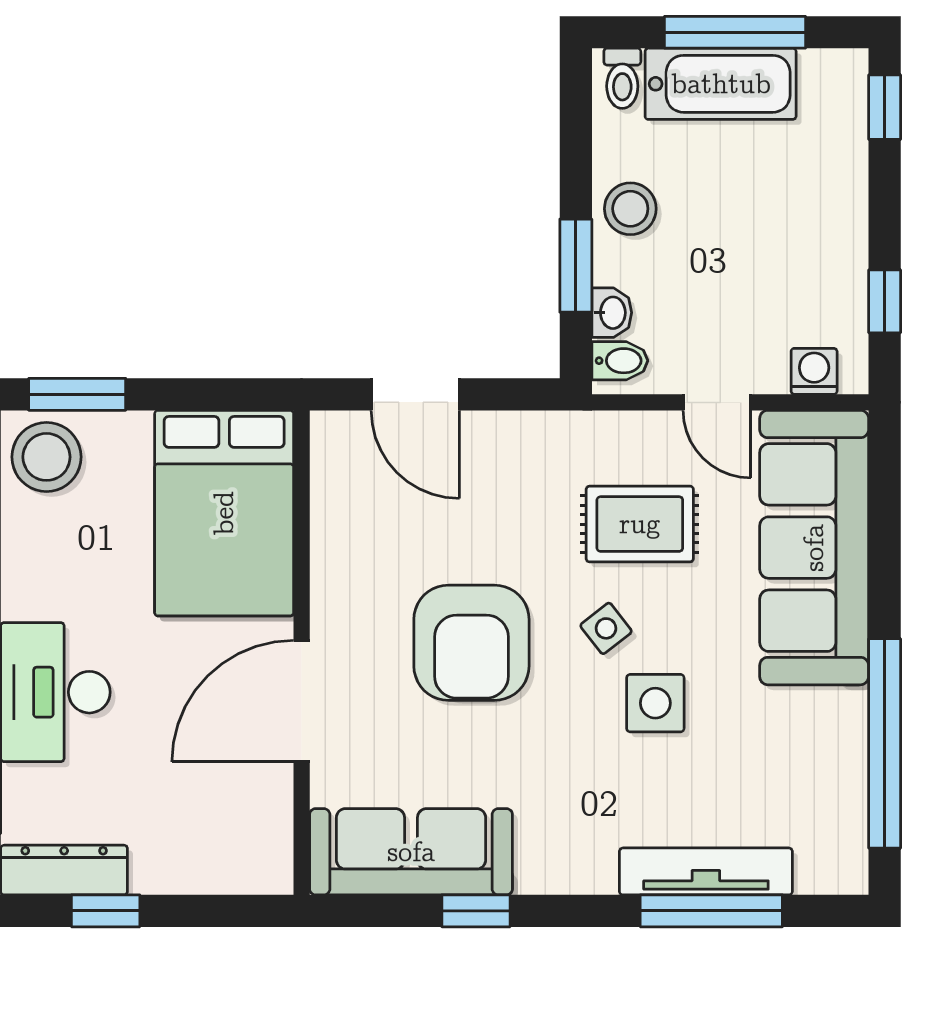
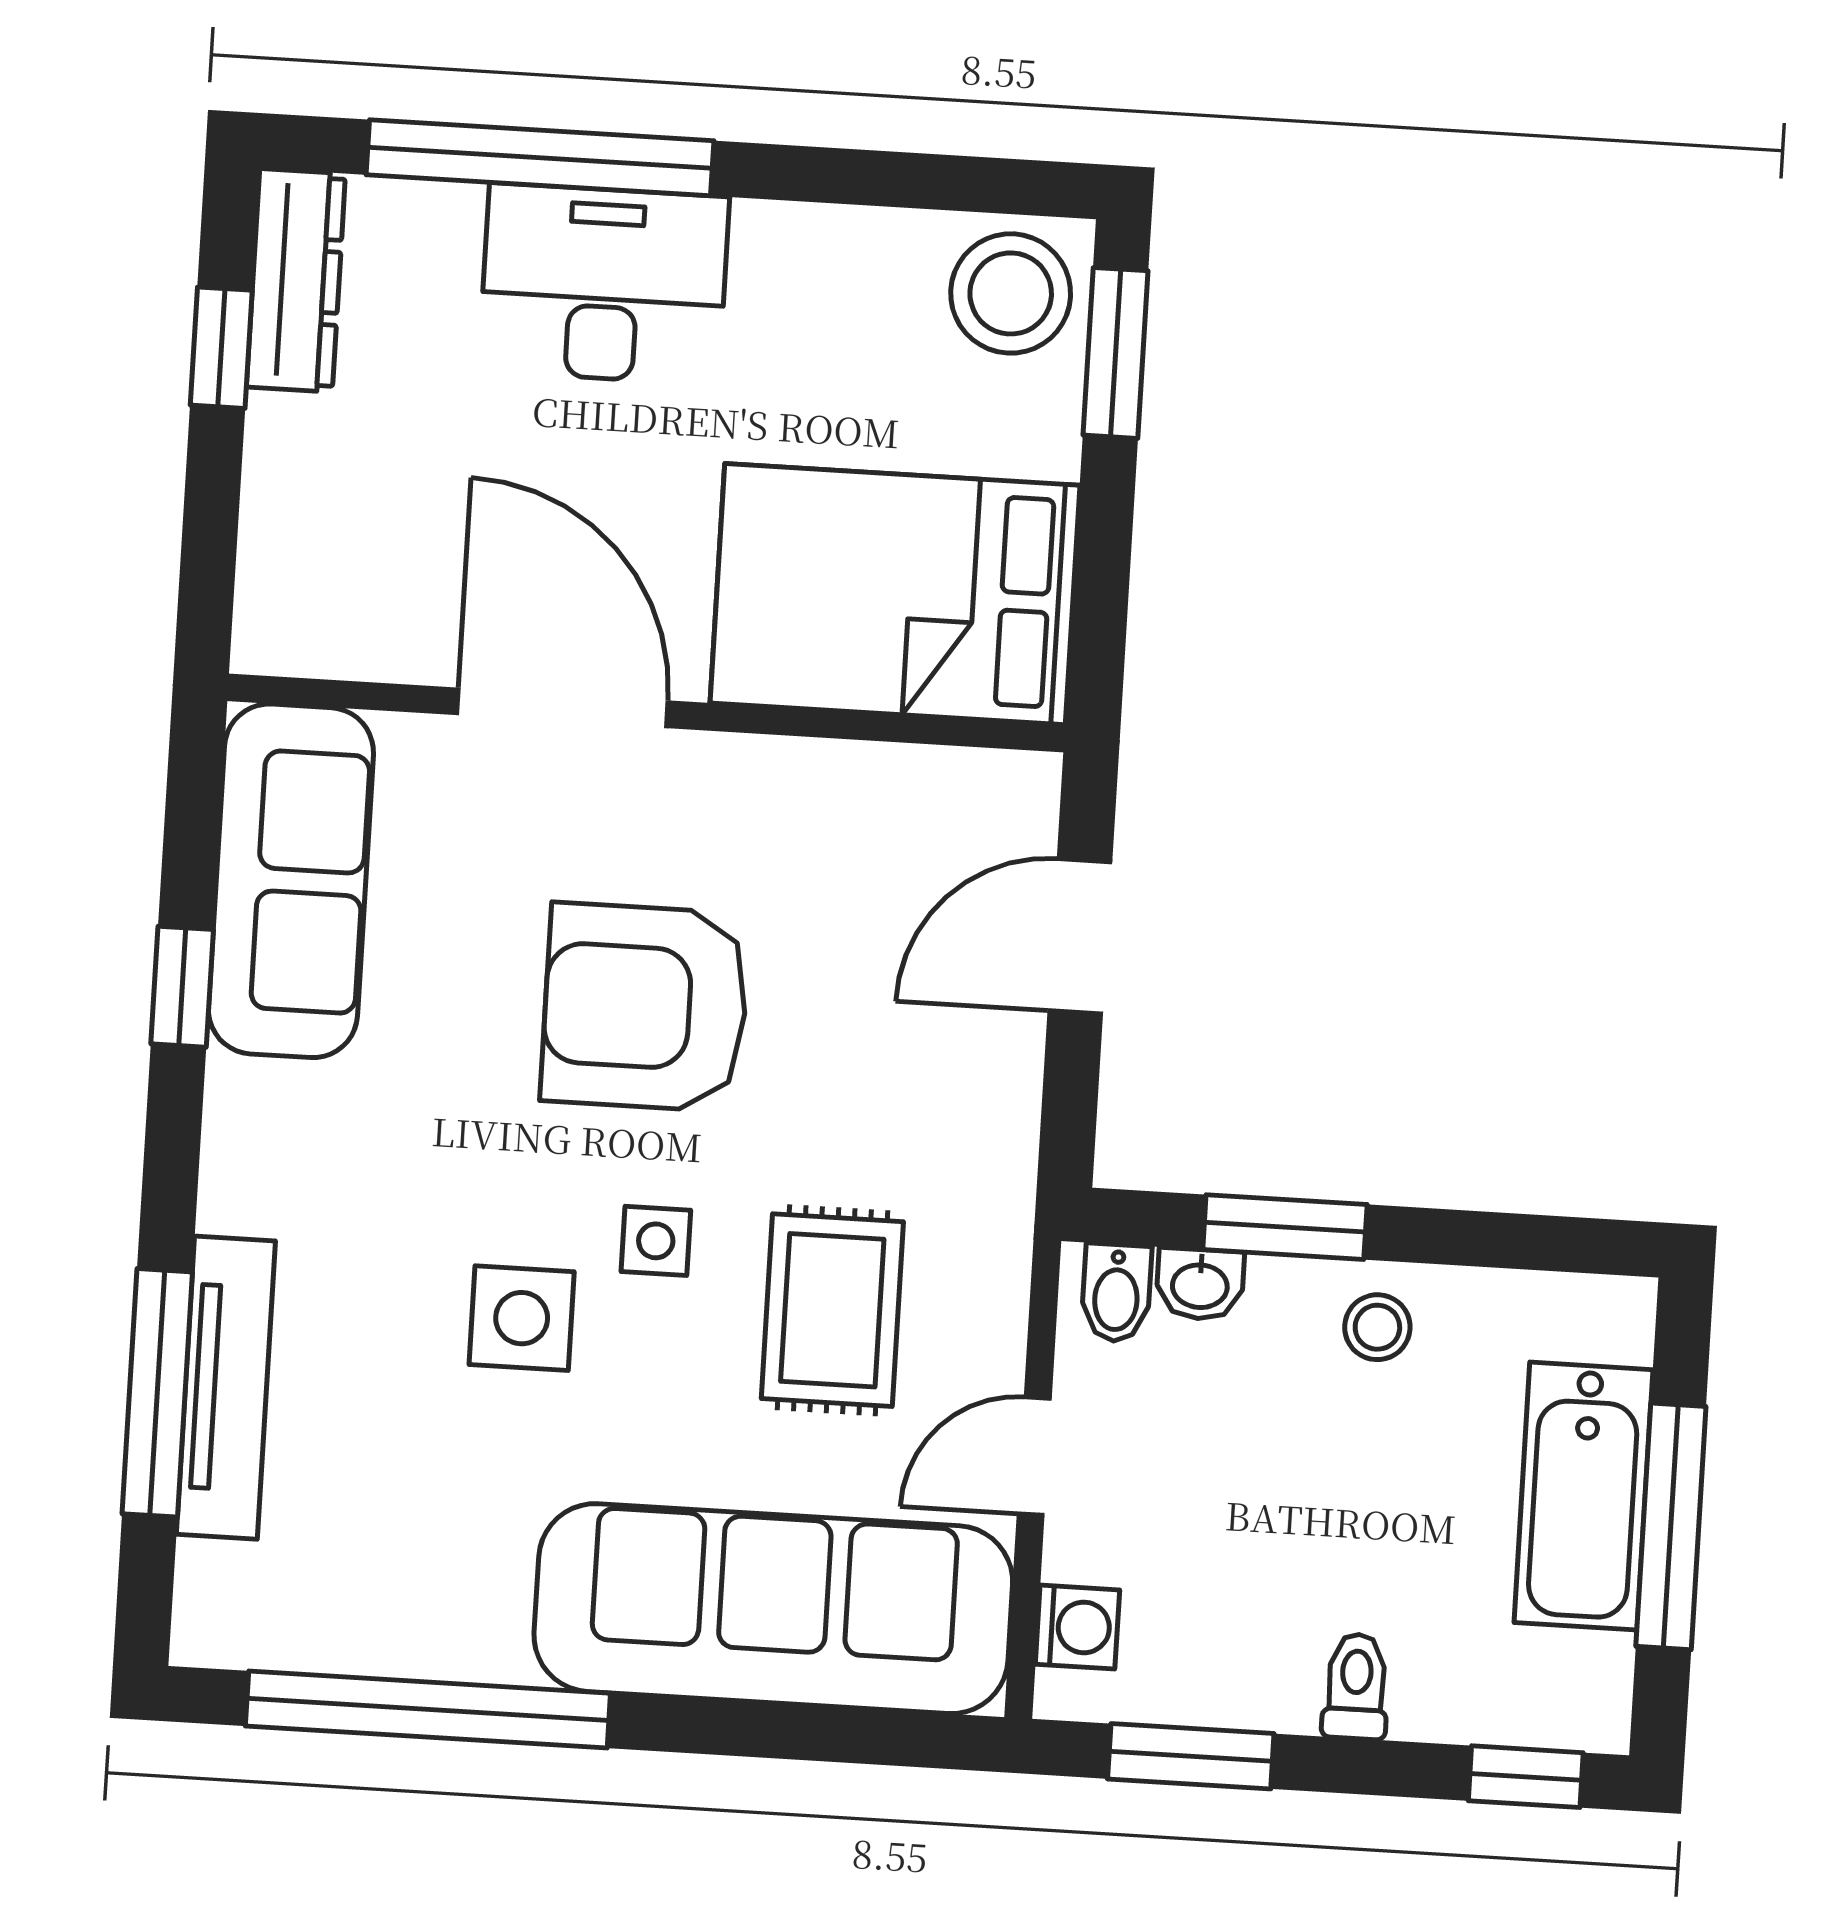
toilet: (622, 78) -> (1356, 1686), moved, turned 90
stool: (630, 209) -> (1377, 1327), width x0.73, depth x0.73
window: (885, 301) -> (1191, 1756), width x1.50
side table: (606, 628) -> (656, 1241), turned 38

